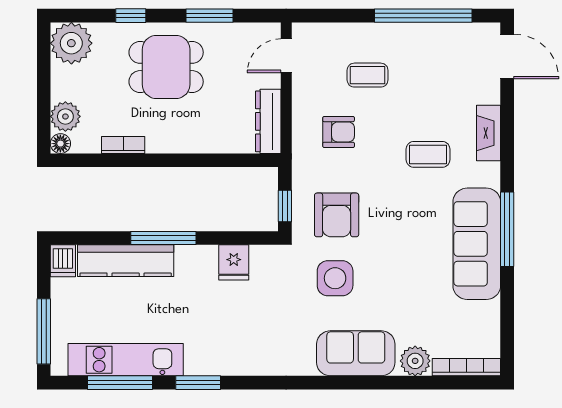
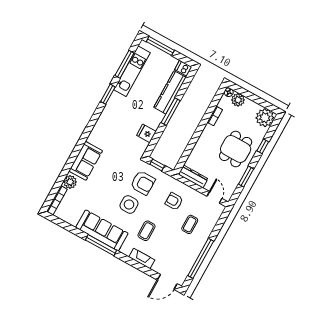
armchair: (339, 132) -> (174, 201), turned 90
armchair: (337, 215) -> (143, 183), turned 180
side table: (335, 278) -> (129, 205), moved

